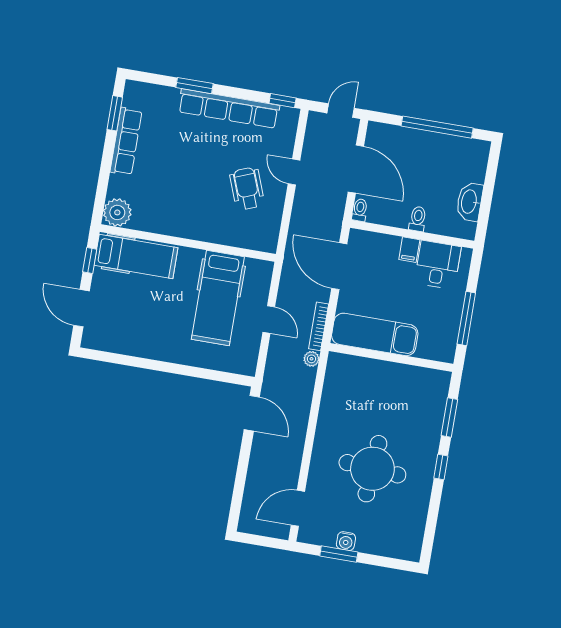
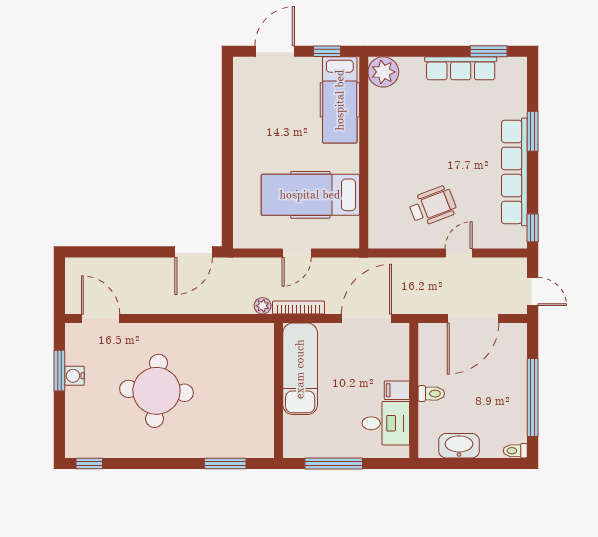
toilet: (360, 210) -> (515, 451), moved, turned 180
window: (441, 467) -> (89, 464), moved

